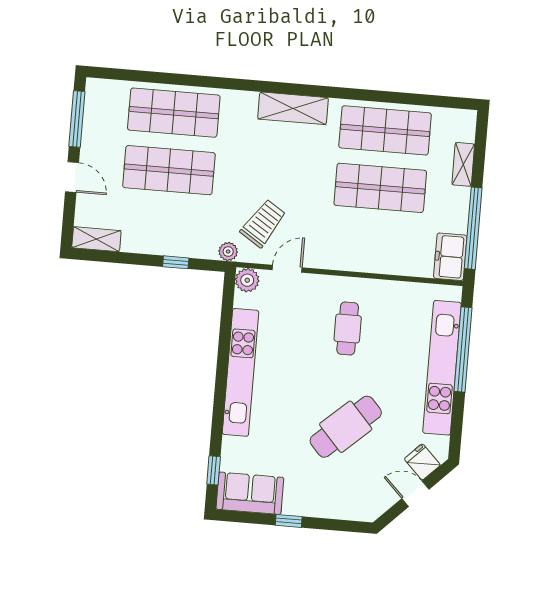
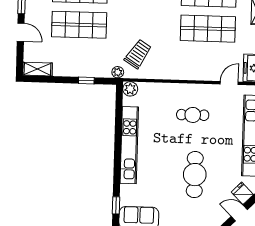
door: (287, 269) -> (229, 83), moved
cafe table: (348, 328) -> (193, 115), turned 90
cafe table: (346, 427) -> (195, 175), turned -48

